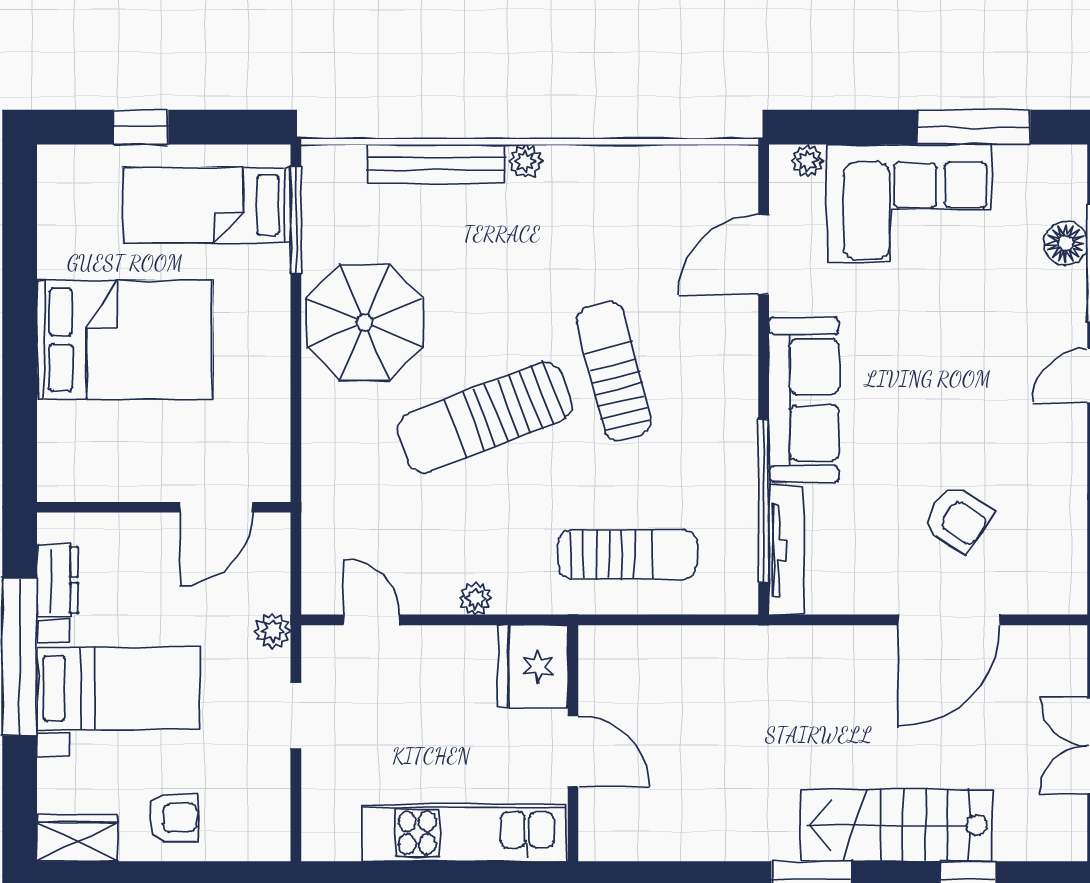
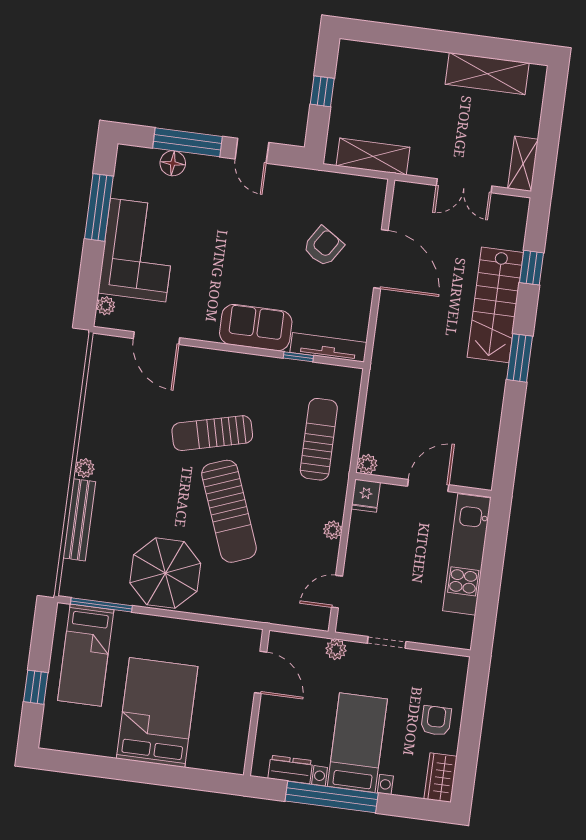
sofa: (804, 400) -> (256, 328), width x0.73
window: (764, 501) -> (298, 357), width x0.32
plant: (596, 643) -> (367, 464), added
fridge: (533, 666) -> (366, 496), width x0.53, depth x0.75

